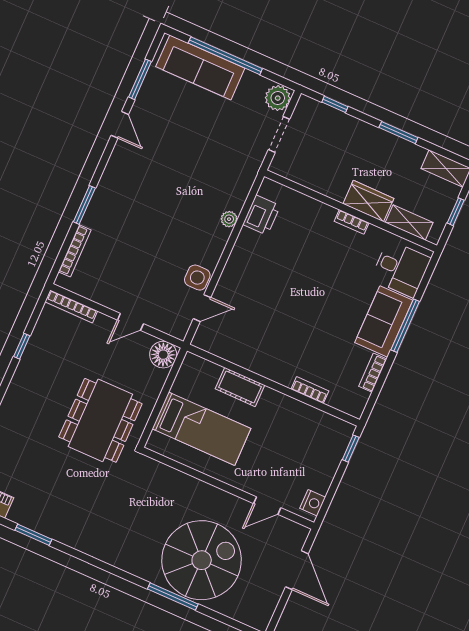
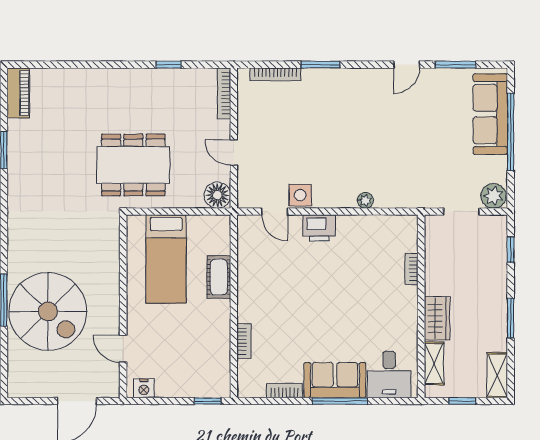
printer: (262, 215) -> (319, 228), moved
bookcase: (352, 222) -> (412, 269), moved

